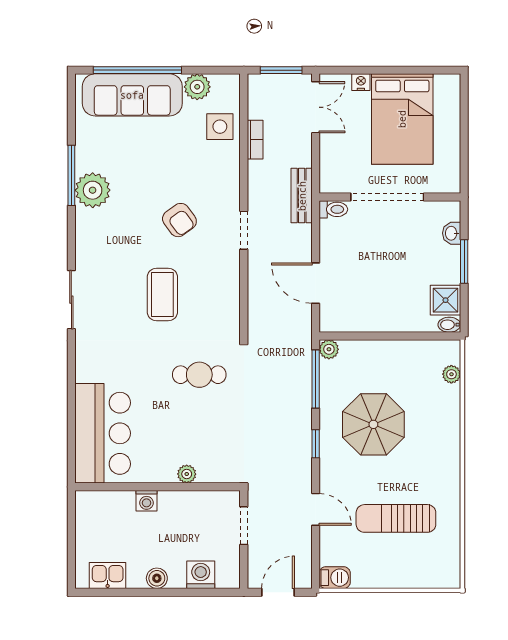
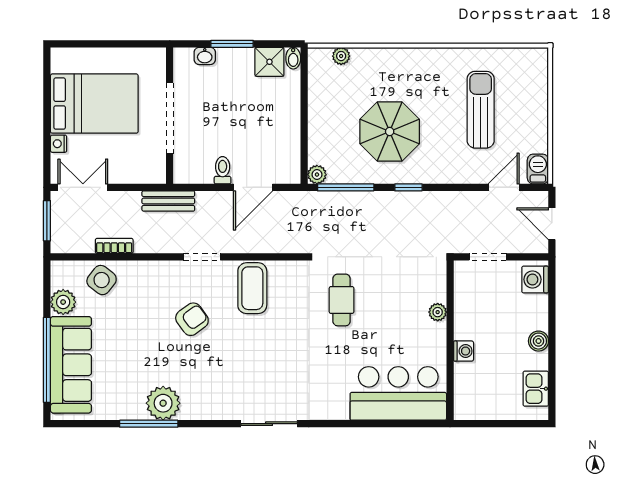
side table: (220, 127) -> (102, 280), turned 38
toilet: (333, 209) -> (223, 170), moved
coffee table: (162, 295) -> (252, 288), moved, turned 90
door: (316, 509) -> (504, 187), moved
sun lounger: (396, 518) -> (481, 110), turned 180
washing machine: (201, 575) -> (535, 279), moved

